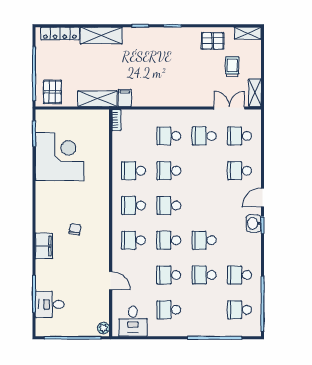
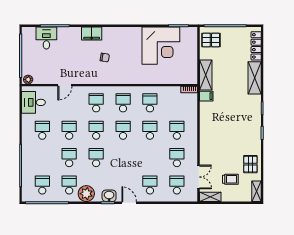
plant: (251, 253) -> (86, 194), added

